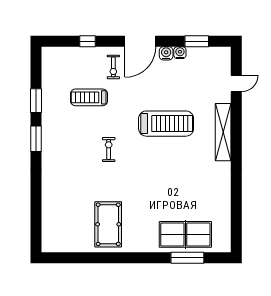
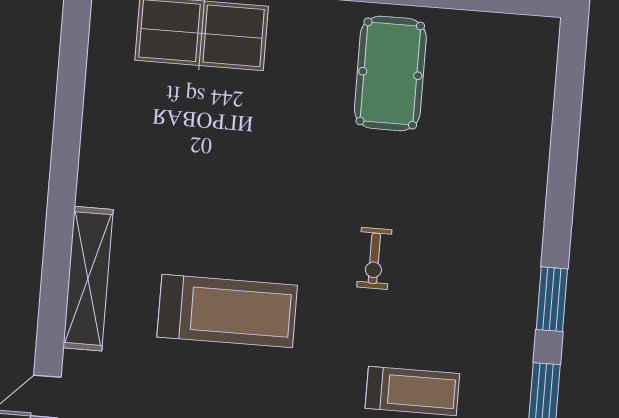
treadmill: (166, 124) -> (227, 311), turned 180

